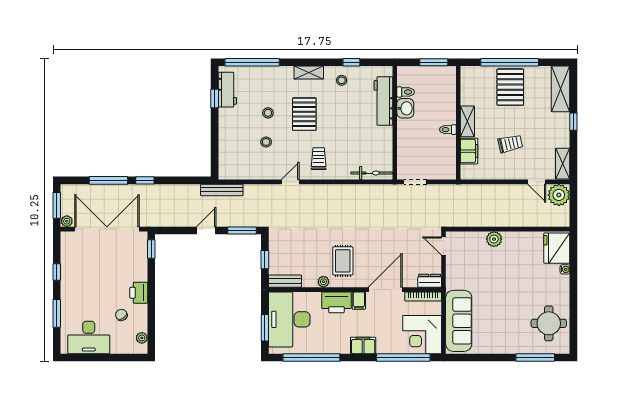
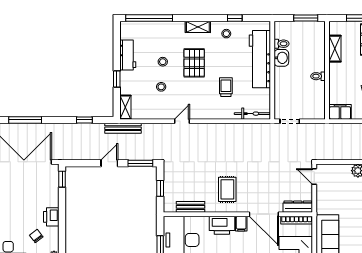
workbench: (227, 90) -> (128, 55), moved
window: (215, 98) -> (117, 79), moved
workbench: (383, 101) -> (260, 59), width x1.36, depth x1.32
shelving: (467, 121) -> (335, 49), moved
filing cabinet: (469, 151) -> (340, 112), moved, turned -90
trolley: (319, 159) -> (226, 87), moved
shelving: (225, 166) -> (125, 107), added
window: (145, 180) -> (84, 120), moved
bench: (285, 281) -> (191, 207), moved
dresser: (430, 281) -> (298, 207), width x1.44
plant: (323, 282) -> (211, 207), removed
door: (385, 290) -> (264, 214), swing flipped

